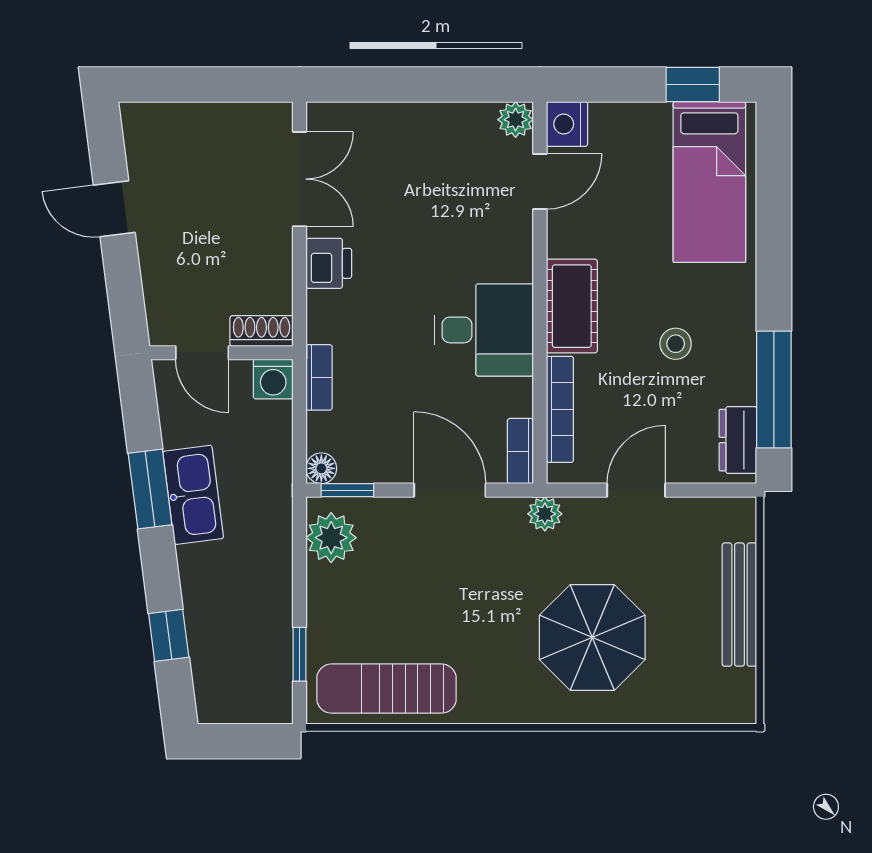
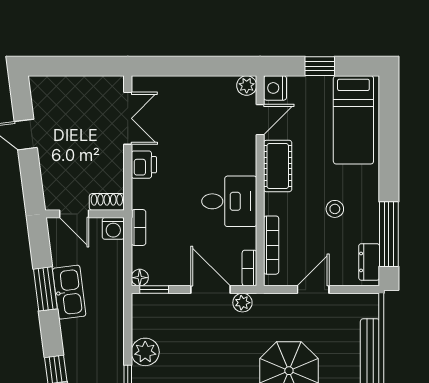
window: (693, 84) -> (320, 66), moved
cot: (572, 306) -> (278, 166), moved
plant: (545, 514) -> (242, 303), moved
plant: (331, 538) -> (145, 352), moved

